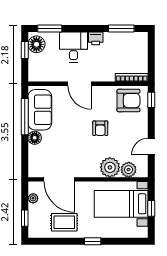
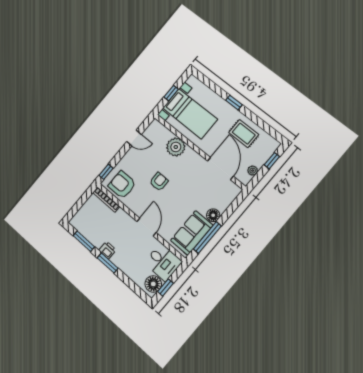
window: (50, 29) -> (108, 263), moved
desk: (74, 47) -> (163, 262), moved, turned -90
plant: (129, 170) -> (164, 134), removed

